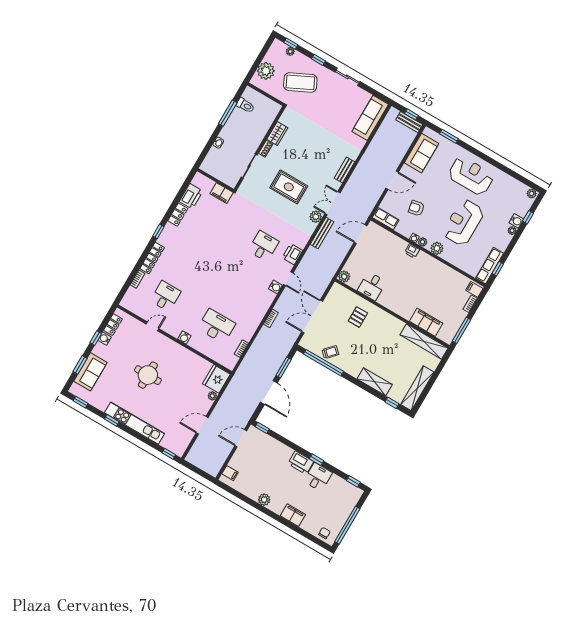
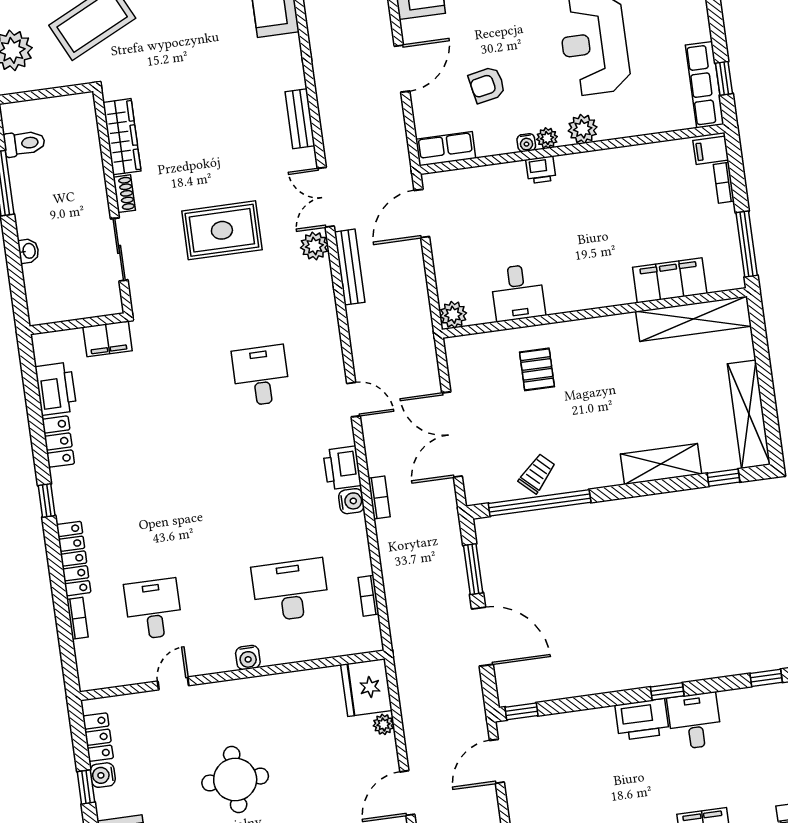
wardrobe: (277, 133) -> (122, 137), width x1.50
printer: (292, 254) -> (342, 468), moved
water cooler: (275, 287) -> (351, 501), moved

